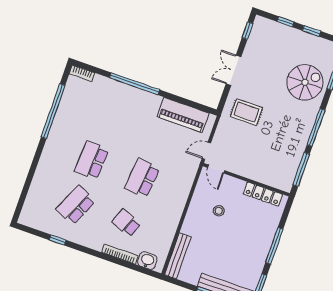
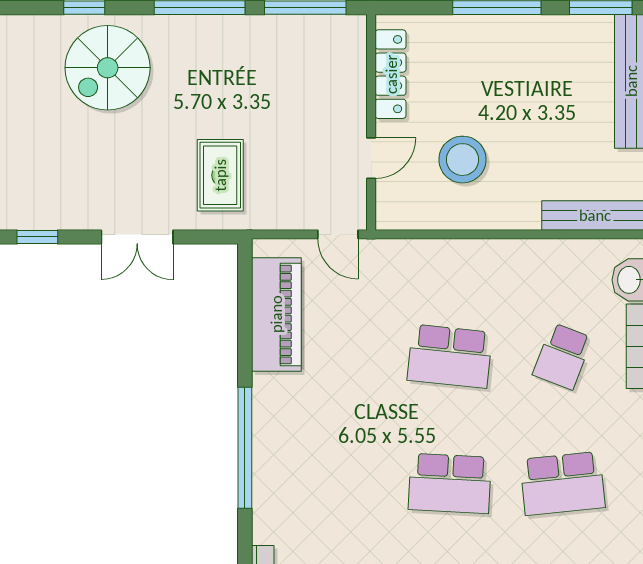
spiral stairs: (305, 82) -> (108, 68), turned -90
door: (216, 169) -> (371, 158), moved
school desk: (76, 205) -> (562, 483), turned -30
stool: (219, 211) -> (463, 160), width x1.89, depth x1.89

